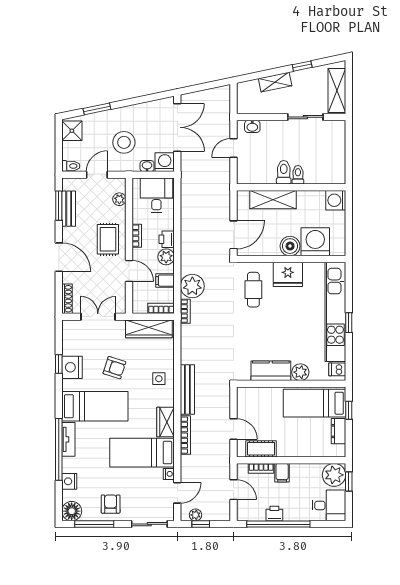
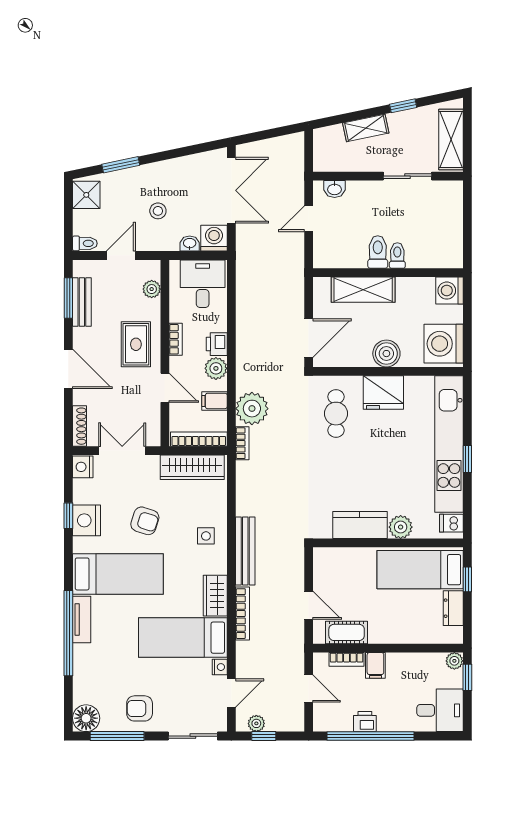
stool: (124, 142) -> (158, 211), width x0.53, depth x0.53
washing machine: (315, 242) -> (444, 344), moved, turned -90
bookcase: (161, 308) -> (199, 439), width x1.56
plant: (334, 475) -> (454, 661), width x0.53, depth x0.53
nightstand: (69, 481) -> (83, 467), moved
armchair: (111, 504) -> (140, 708), turned -90

